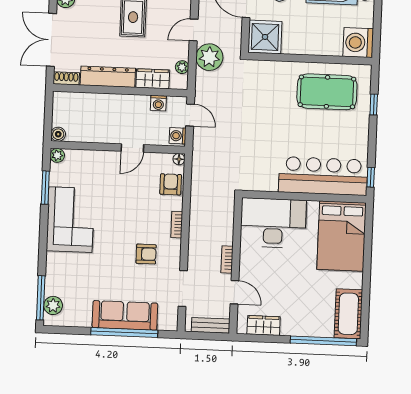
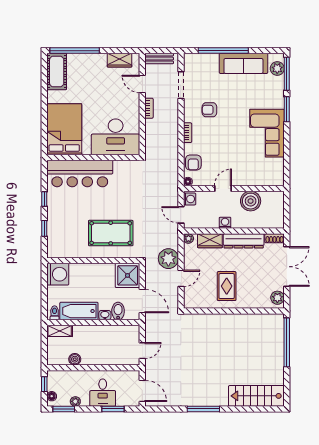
plant: (182, 67) -> (188, 238), moved
pool table: (327, 92) -> (111, 233), moved
washing machine: (158, 103) -> (225, 223), moved
boiler: (58, 134) -> (251, 201), moved, width x1.86, depth x1.86
plant: (57, 155) -> (279, 181), removed
window: (371, 177) -> (44, 199), moved
window: (45, 188) -> (287, 109), moved
sofa: (125, 315) -> (243, 63), moved

